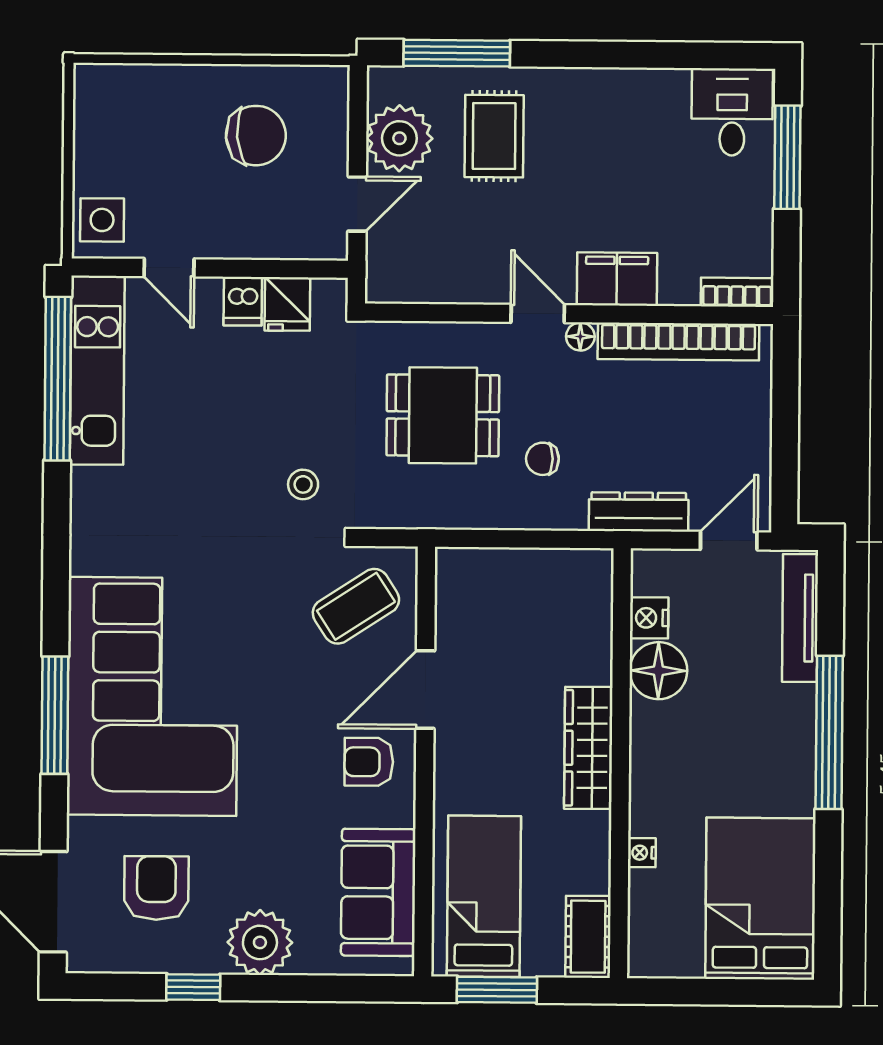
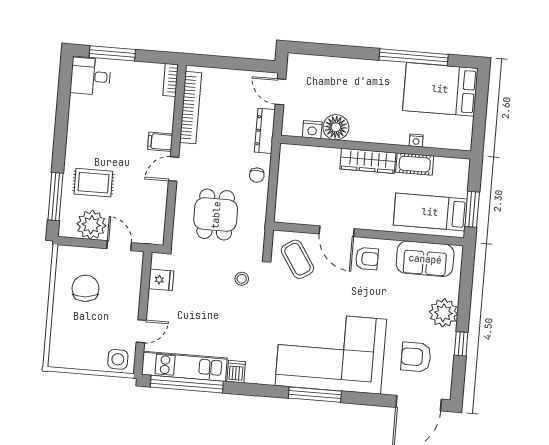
filing cabinet: (617, 279) -> (160, 142), width x0.50
dishwasher: (243, 301) -> (236, 372), moved, turned -90
floor lamp: (580, 337) -> (185, 151), removed
chair: (542, 459) -> (257, 175), moved
tv unit: (800, 618) -> (317, 63), removed
window: (55, 715) -> (315, 395), moved
window: (829, 732) -> (414, 57), moved
armchair: (369, 762) -> (367, 259), turned -90
cot: (588, 937) -> (415, 164), moved

